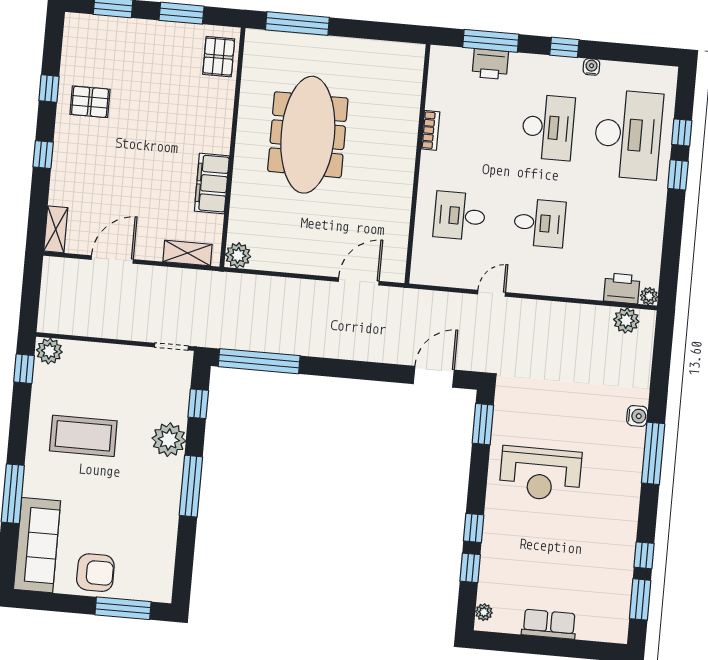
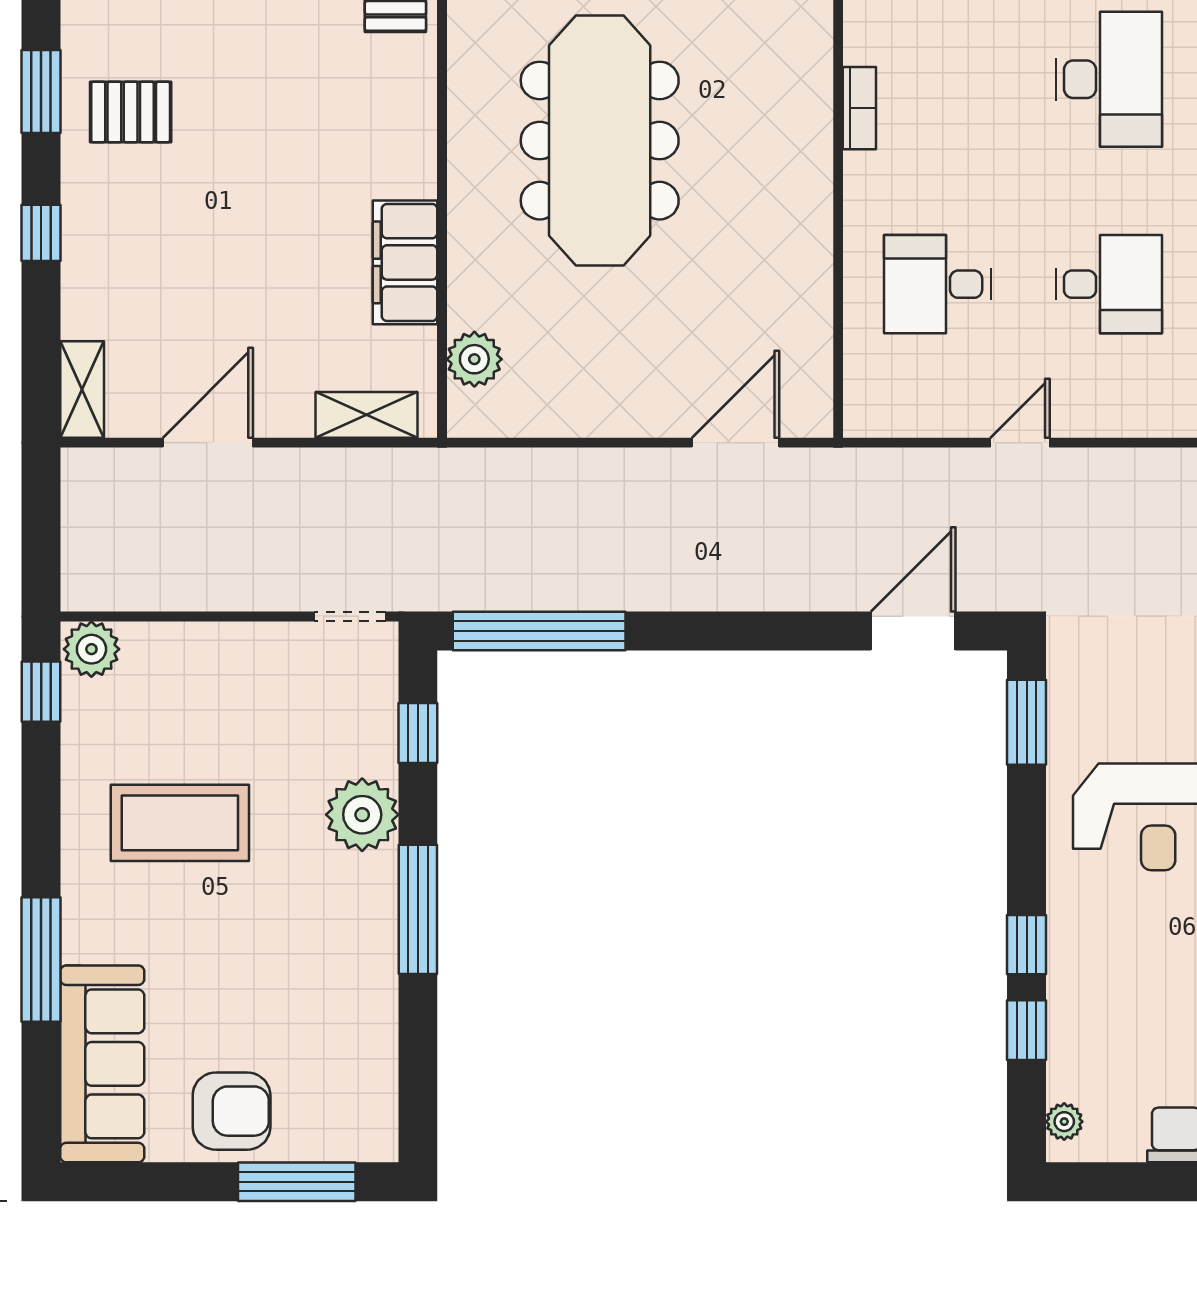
window: (49, 89) -> (41, 92), width x1.50
plant: (238, 255) -> (474, 359), moved

